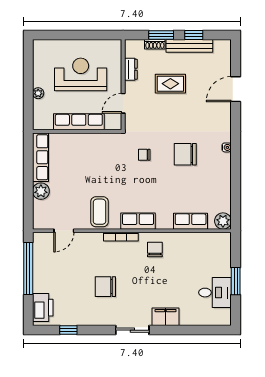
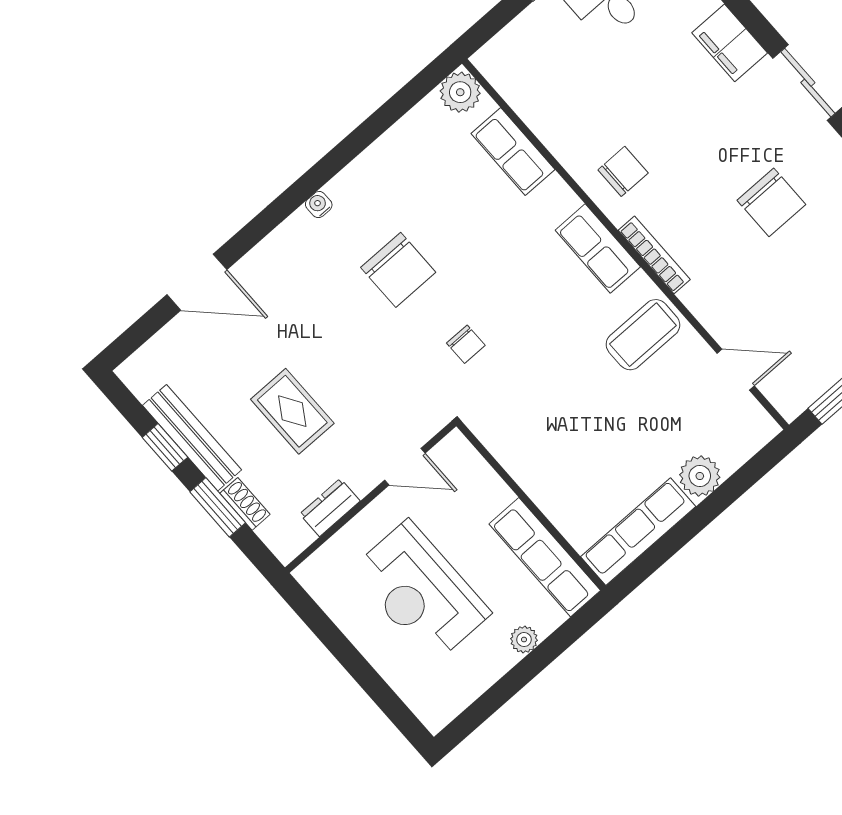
row of seats: (79, 122) -> (545, 557), moved
chair: (155, 250) -> (623, 171), turned 180

